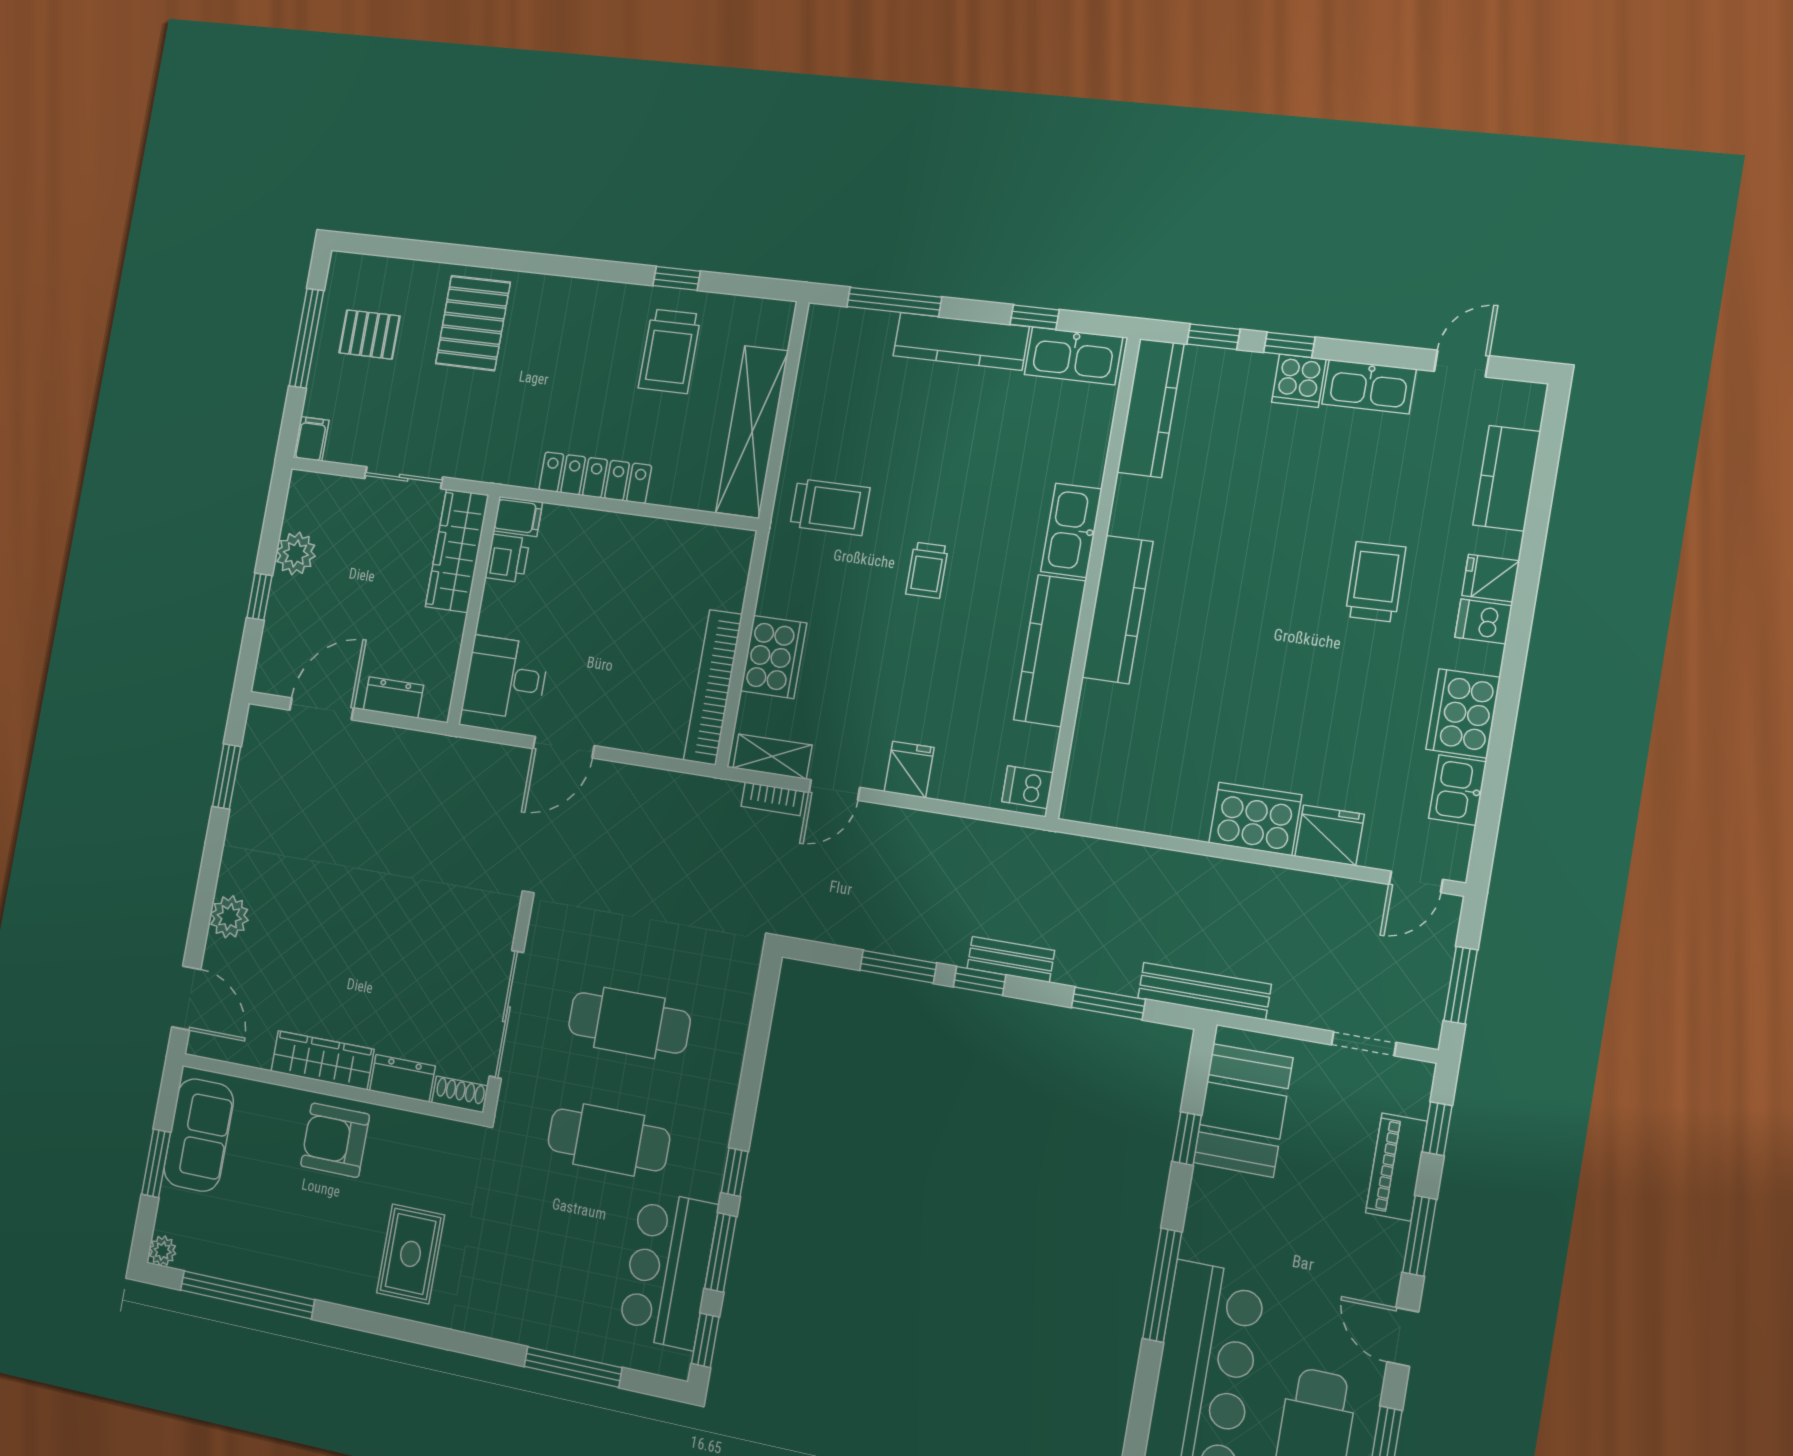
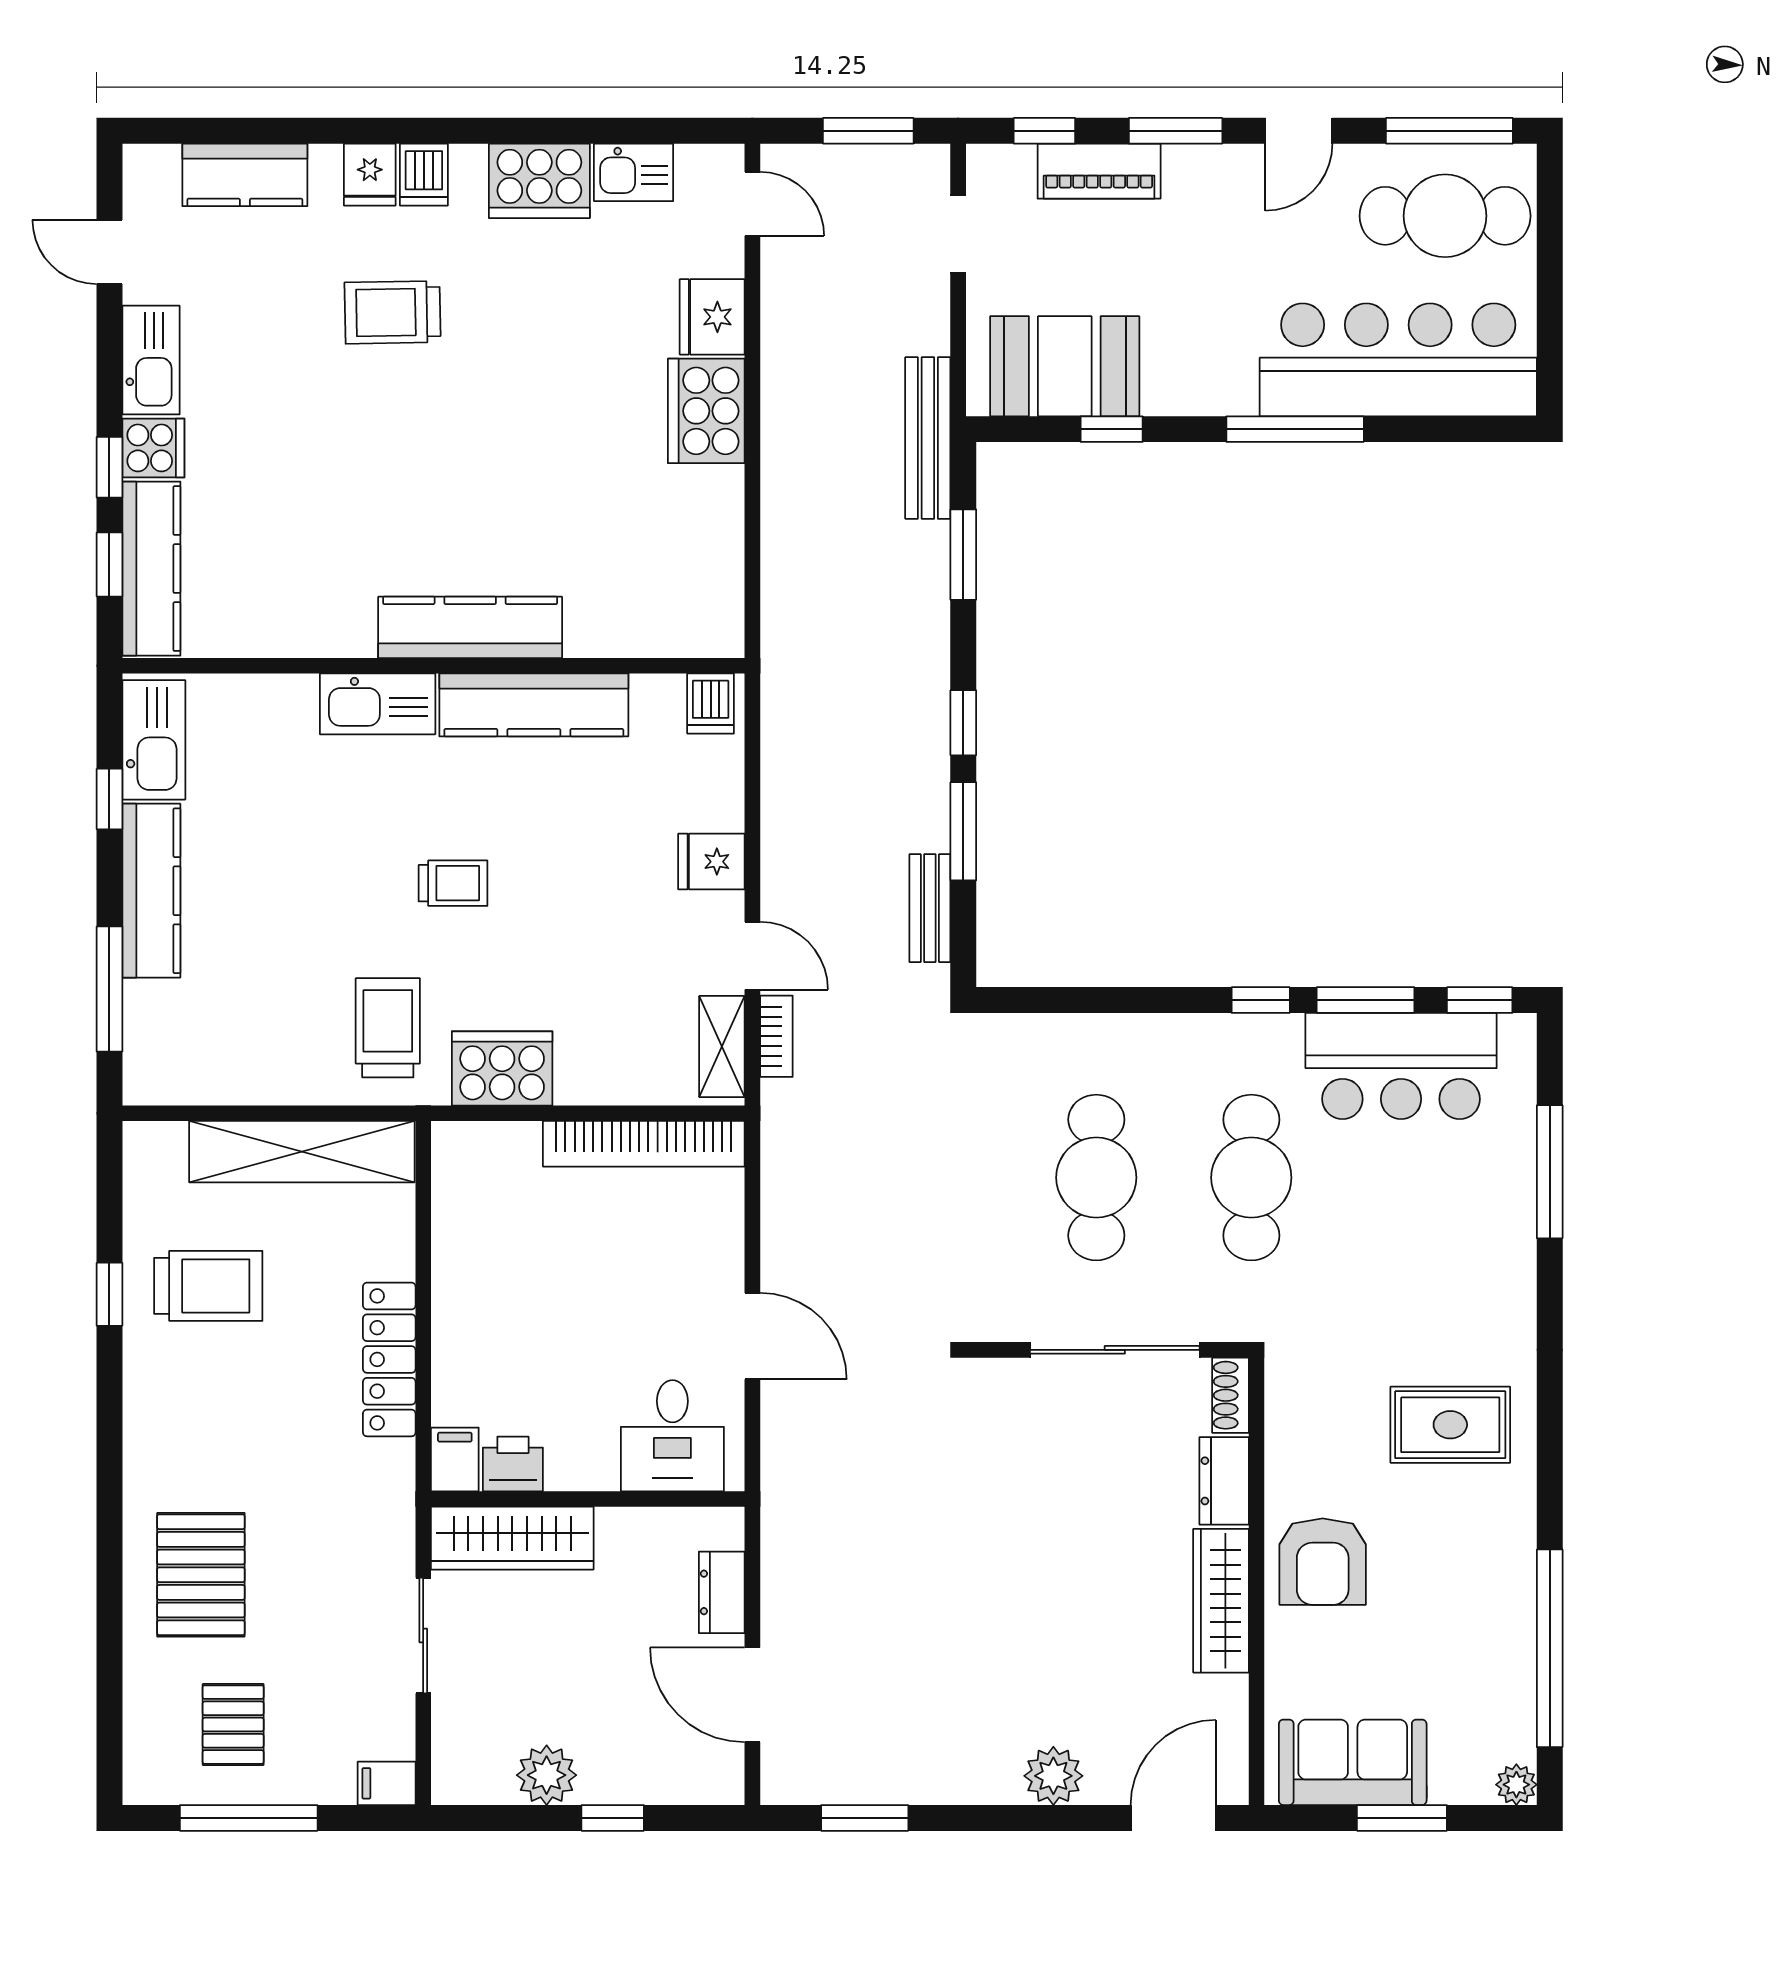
pallet: (473, 323) -> (201, 1575), turned 90
kitchen counter: (1151, 408) -> (151, 569), moved, turned 90
cooker: (774, 657) -> (502, 1068), moved
bench: (1011, 959) -> (930, 908), moved

